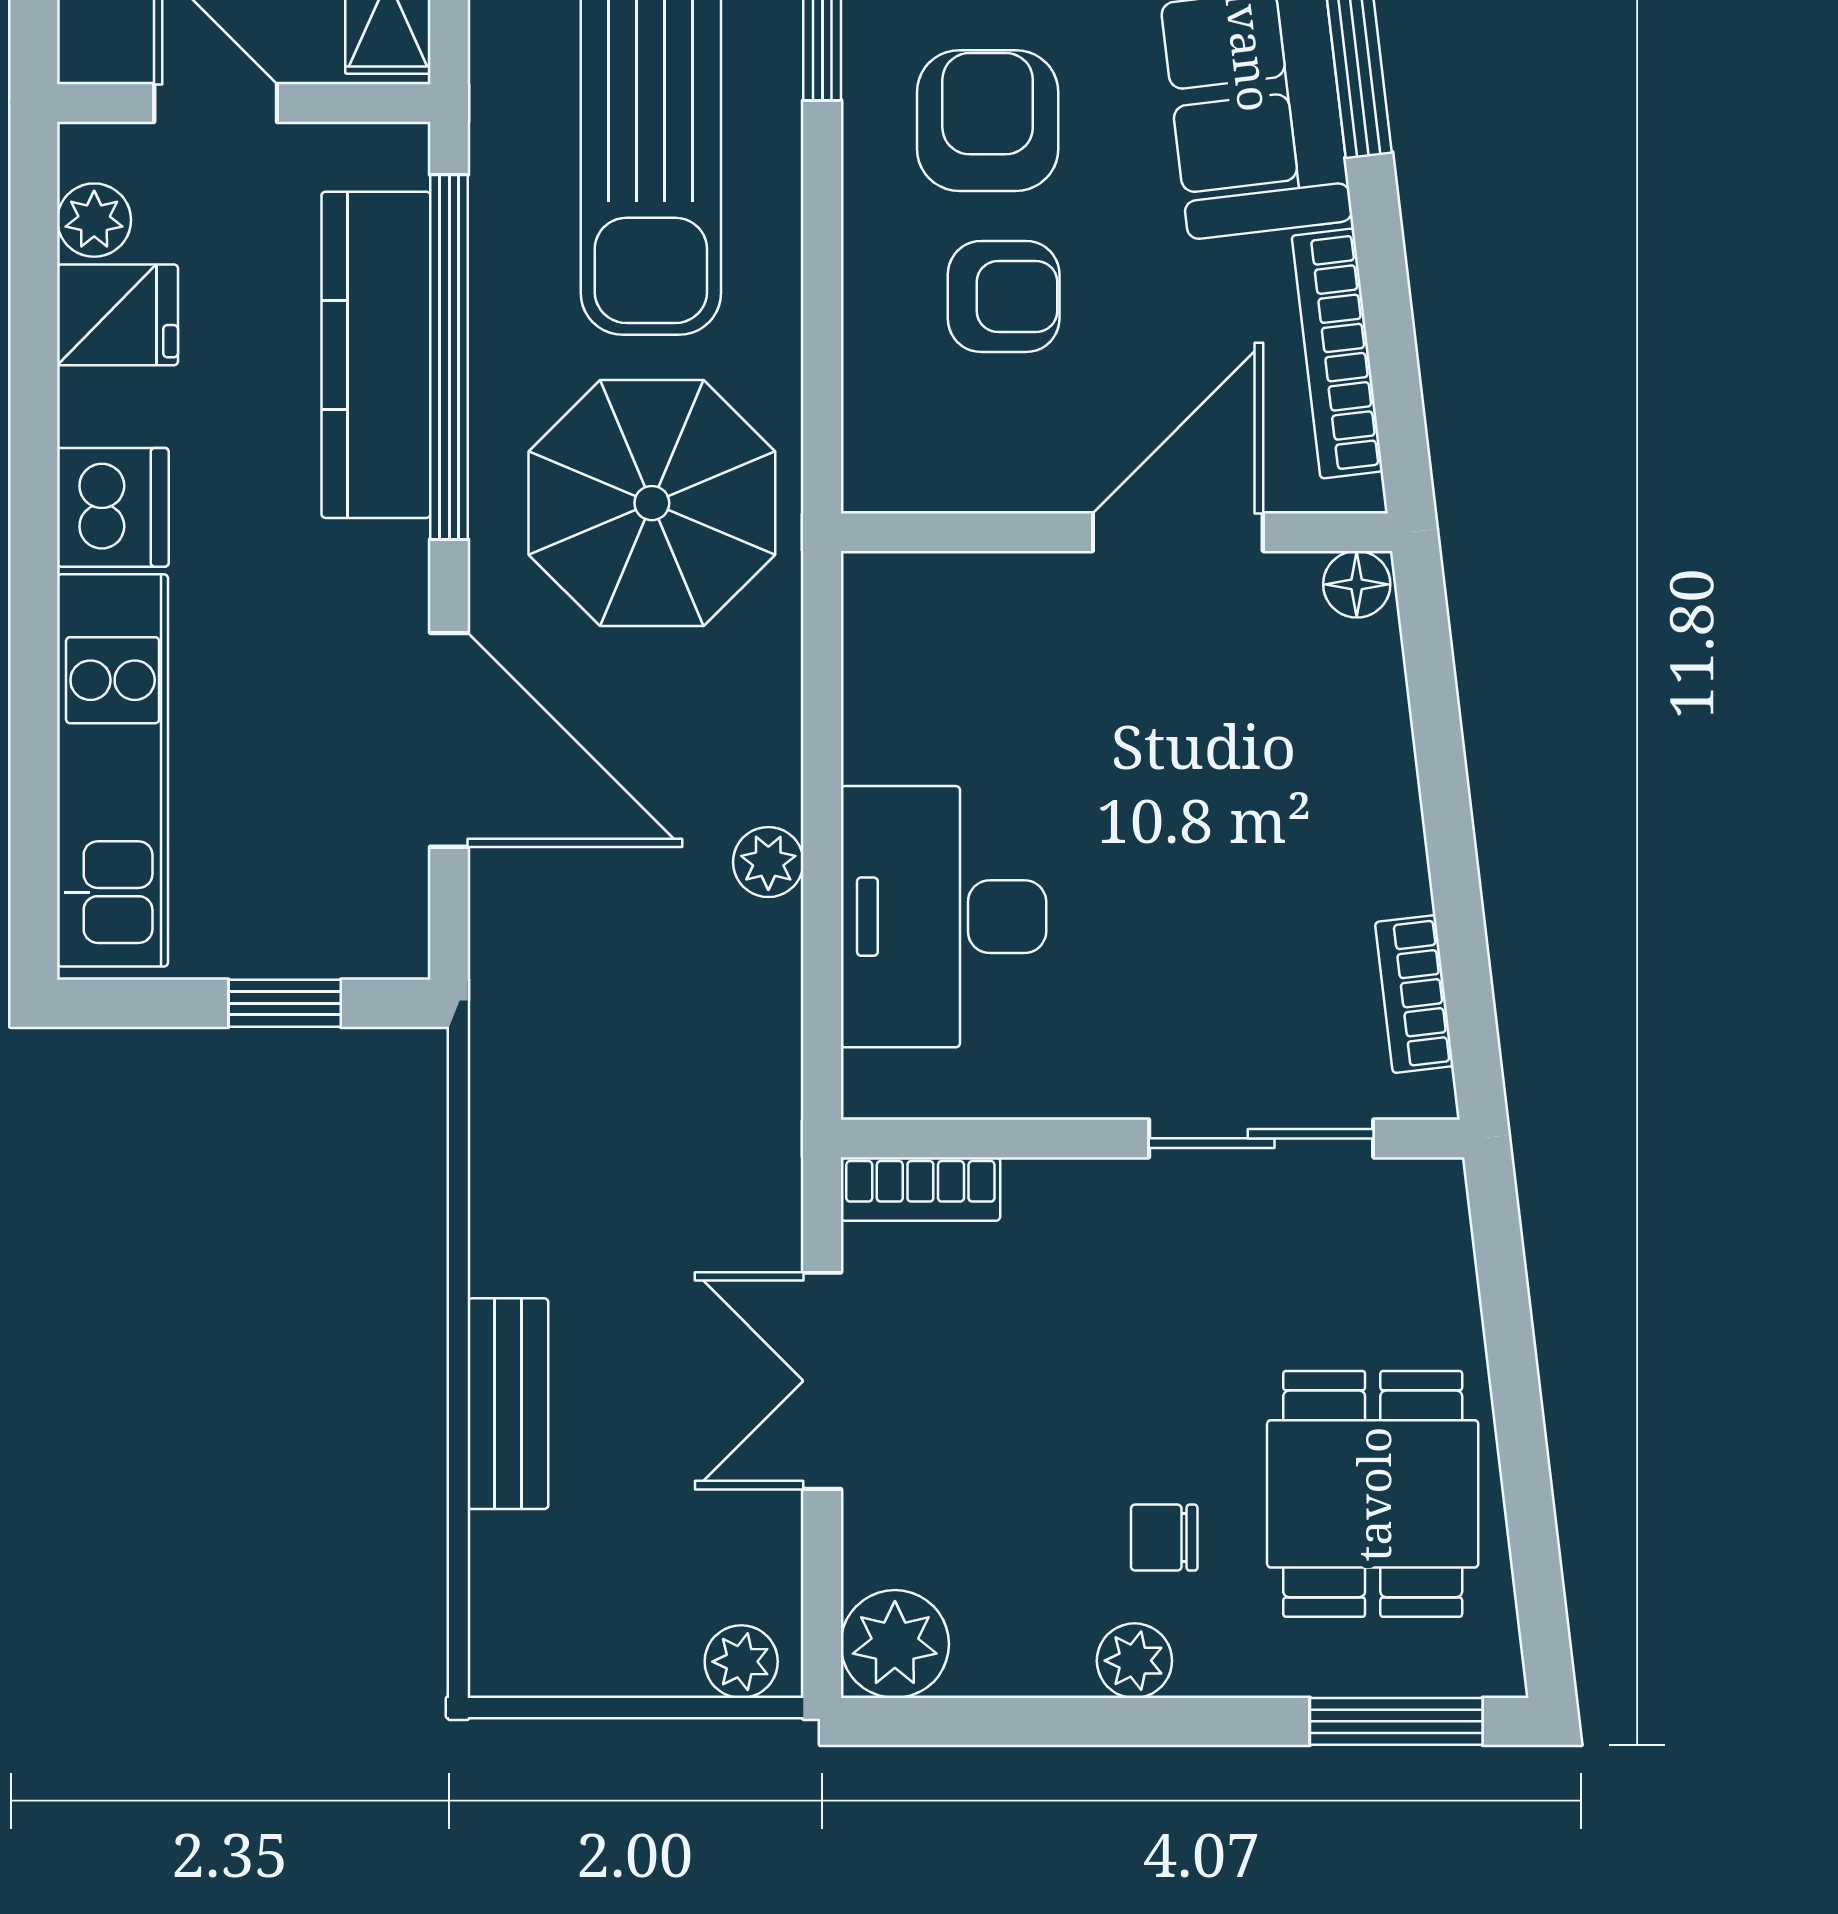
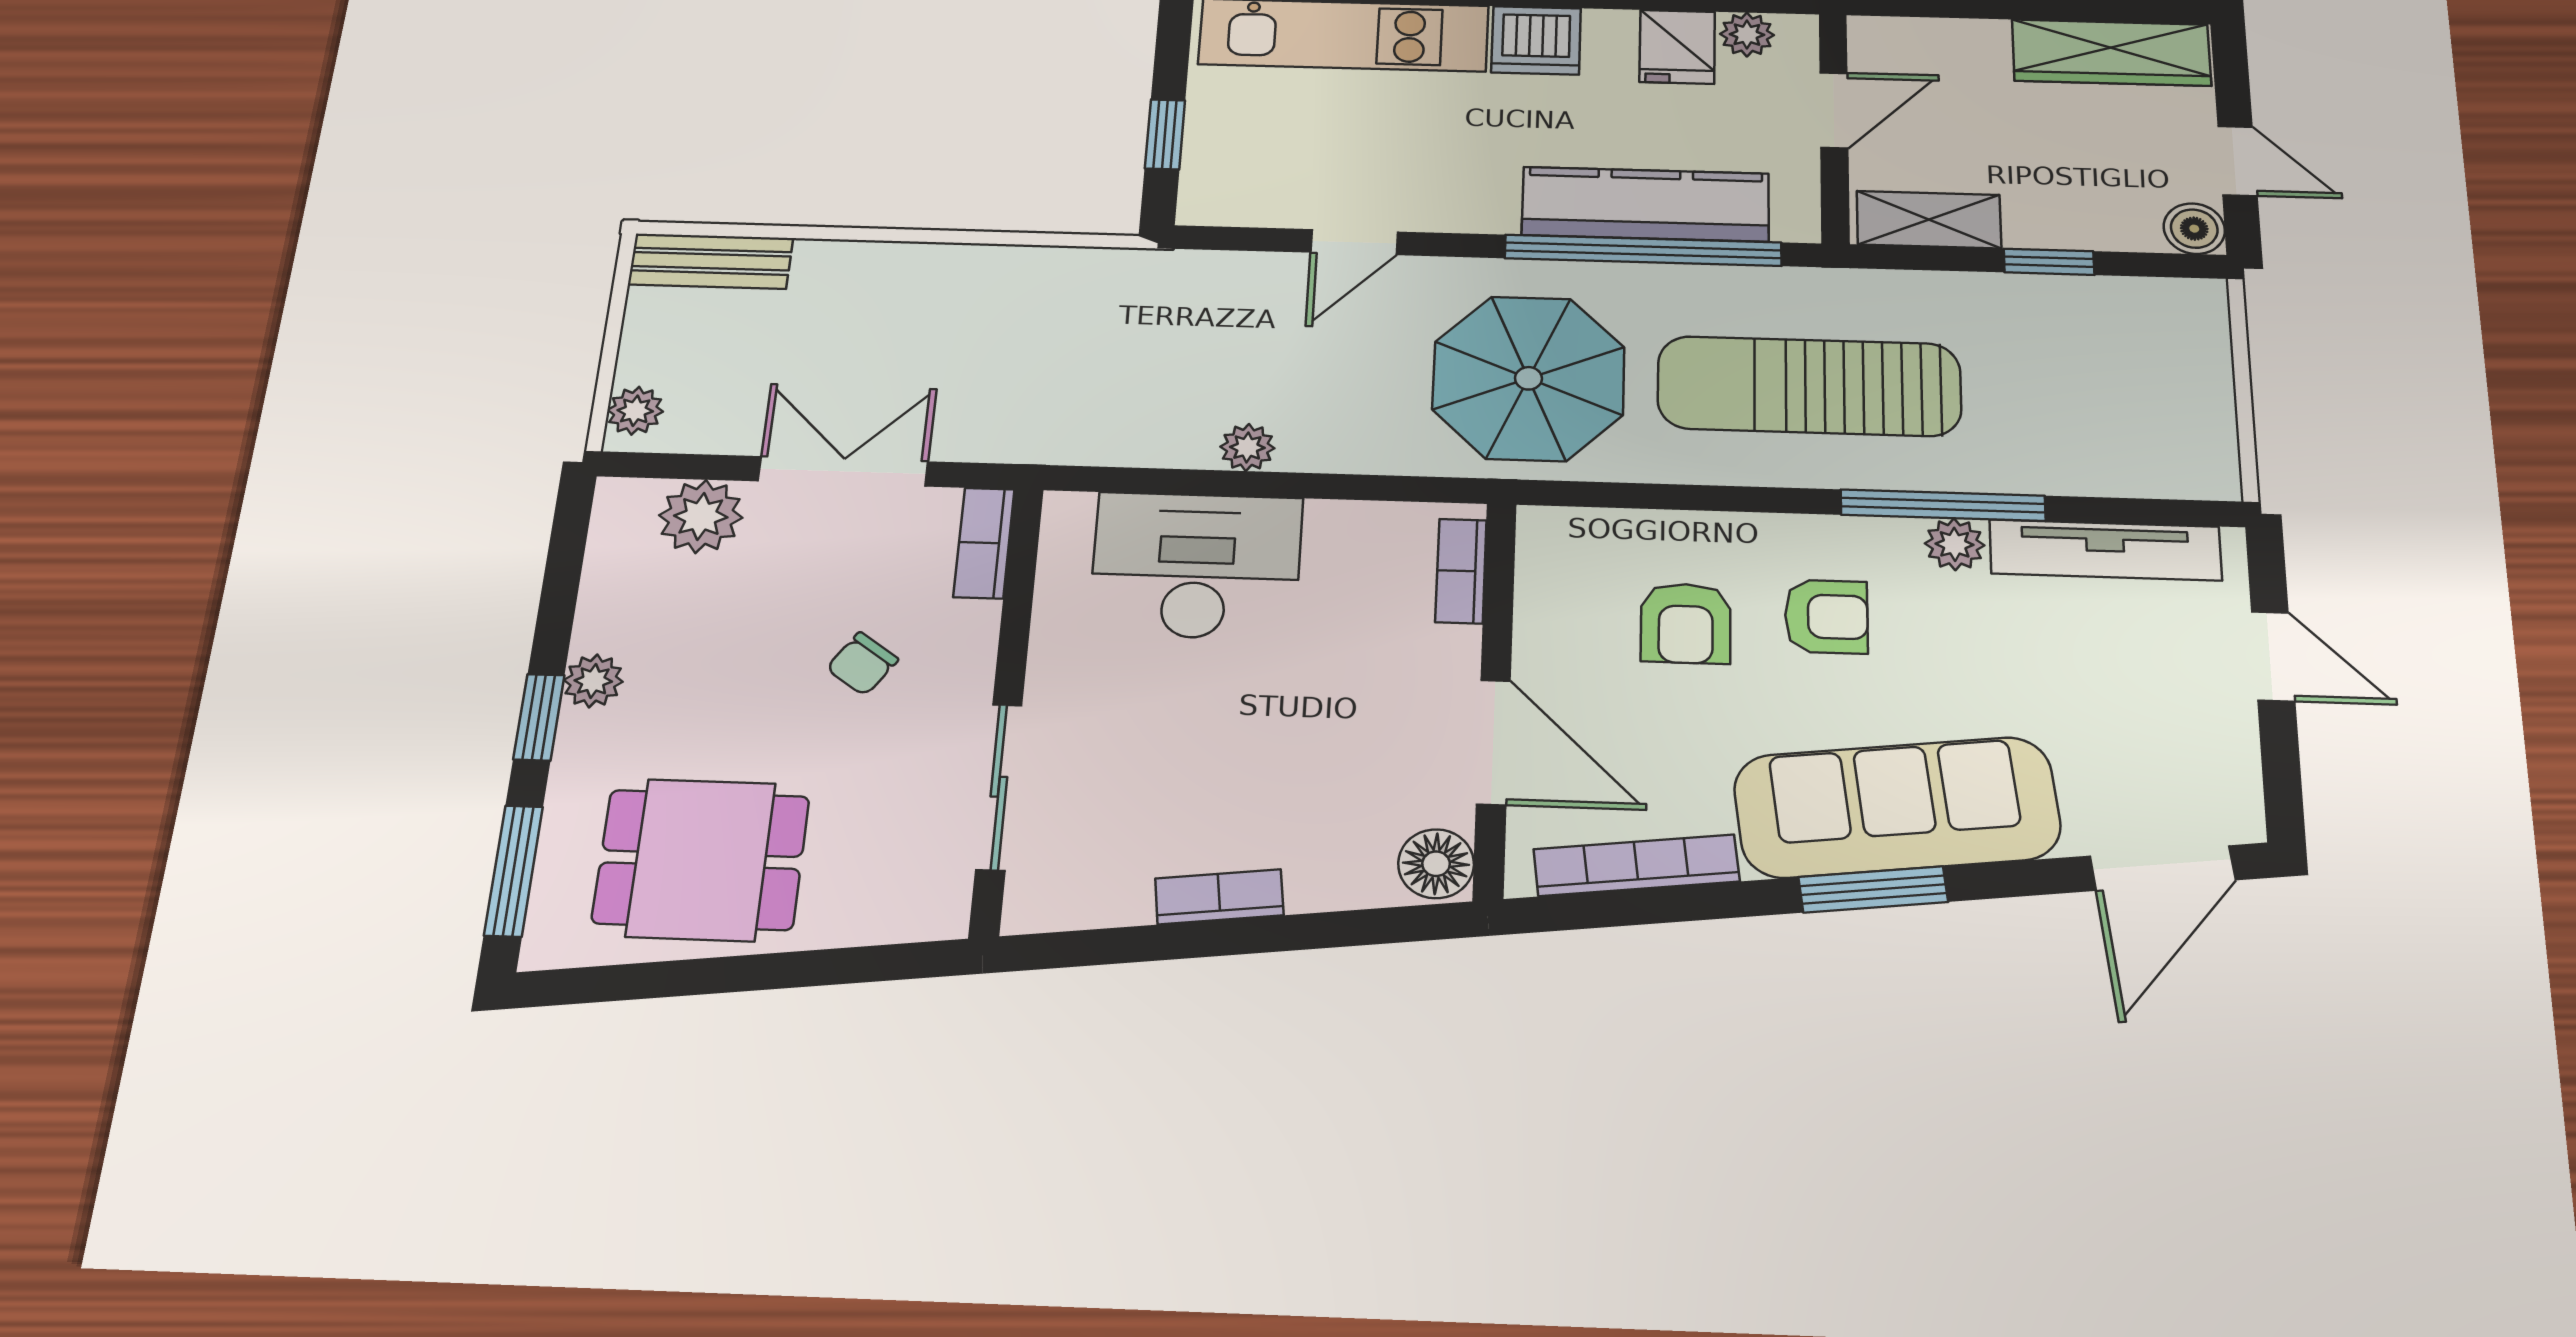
armchair: (988, 121) -> (1826, 617), width x0.72, depth x0.72
bookcase: (939, 581) -> (1461, 571), added
floor lamp: (1357, 584) -> (1436, 864), width x1.37, depth x1.37
door: (449, 740) -> (1354, 242), width x0.53
bookcase: (1414, 994) -> (1219, 897), moved
bench: (508, 1404) -> (711, 261), moved
chair: (1164, 1538) -> (862, 664), moved, turned -145
plant: (895, 1644) -> (701, 516), moved
window: (1187, 1721) -> (539, 717), added

